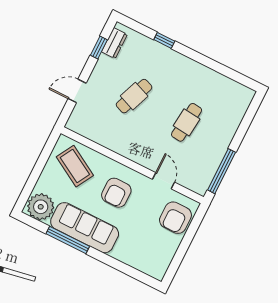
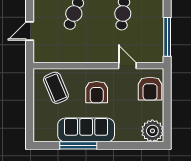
coffee table: (75, 166) -> (56, 88), turned 37
plant: (41, 207) -> (152, 131), moved

